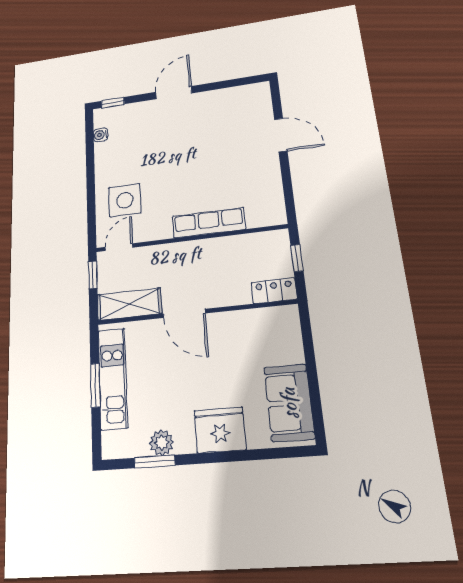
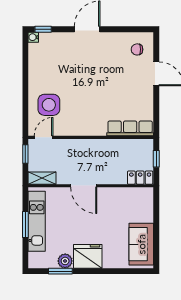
chair: (248, 107) -> (137, 49), added
water cooler: (101, 135) -> (33, 37), moved
row of seats: (209, 223) -> (130, 128), moved
shelving: (129, 304) -> (42, 178), width x0.67, depth x0.75
fridge: (220, 430) -> (88, 256), moved

